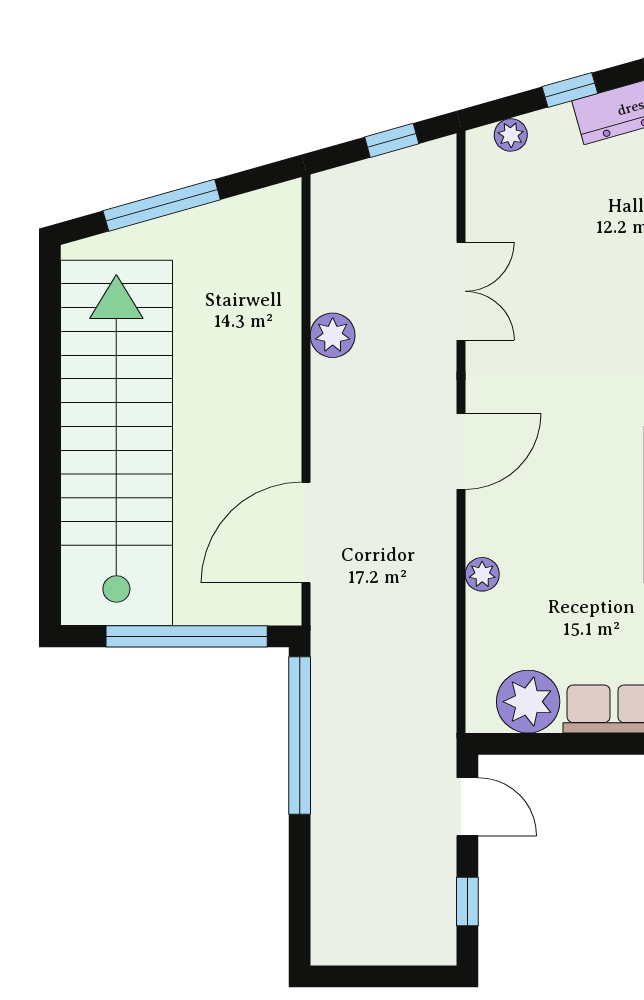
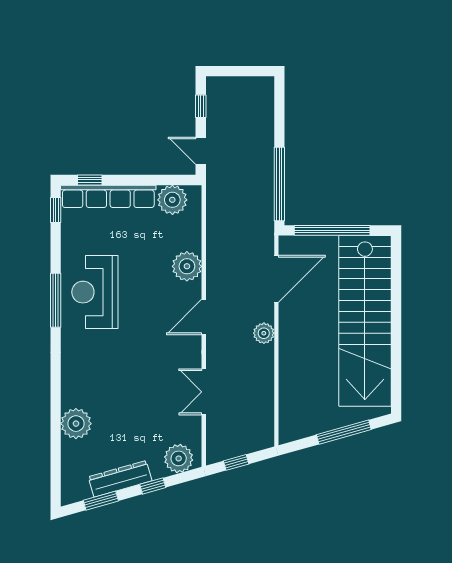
plant: (511, 135) -> (179, 458), width x1.88, depth x1.88
plant: (333, 335) -> (264, 333), moved
plant: (482, 574) -> (187, 266), width x1.88, depth x1.88

